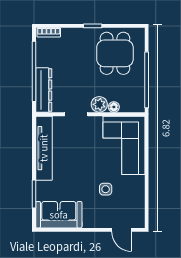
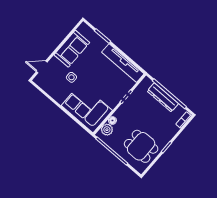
dresser: (44, 90) -> (163, 97), moved
plant: (99, 104) -> (107, 130), moved
sofa: (59, 215) -> (72, 49), moved

